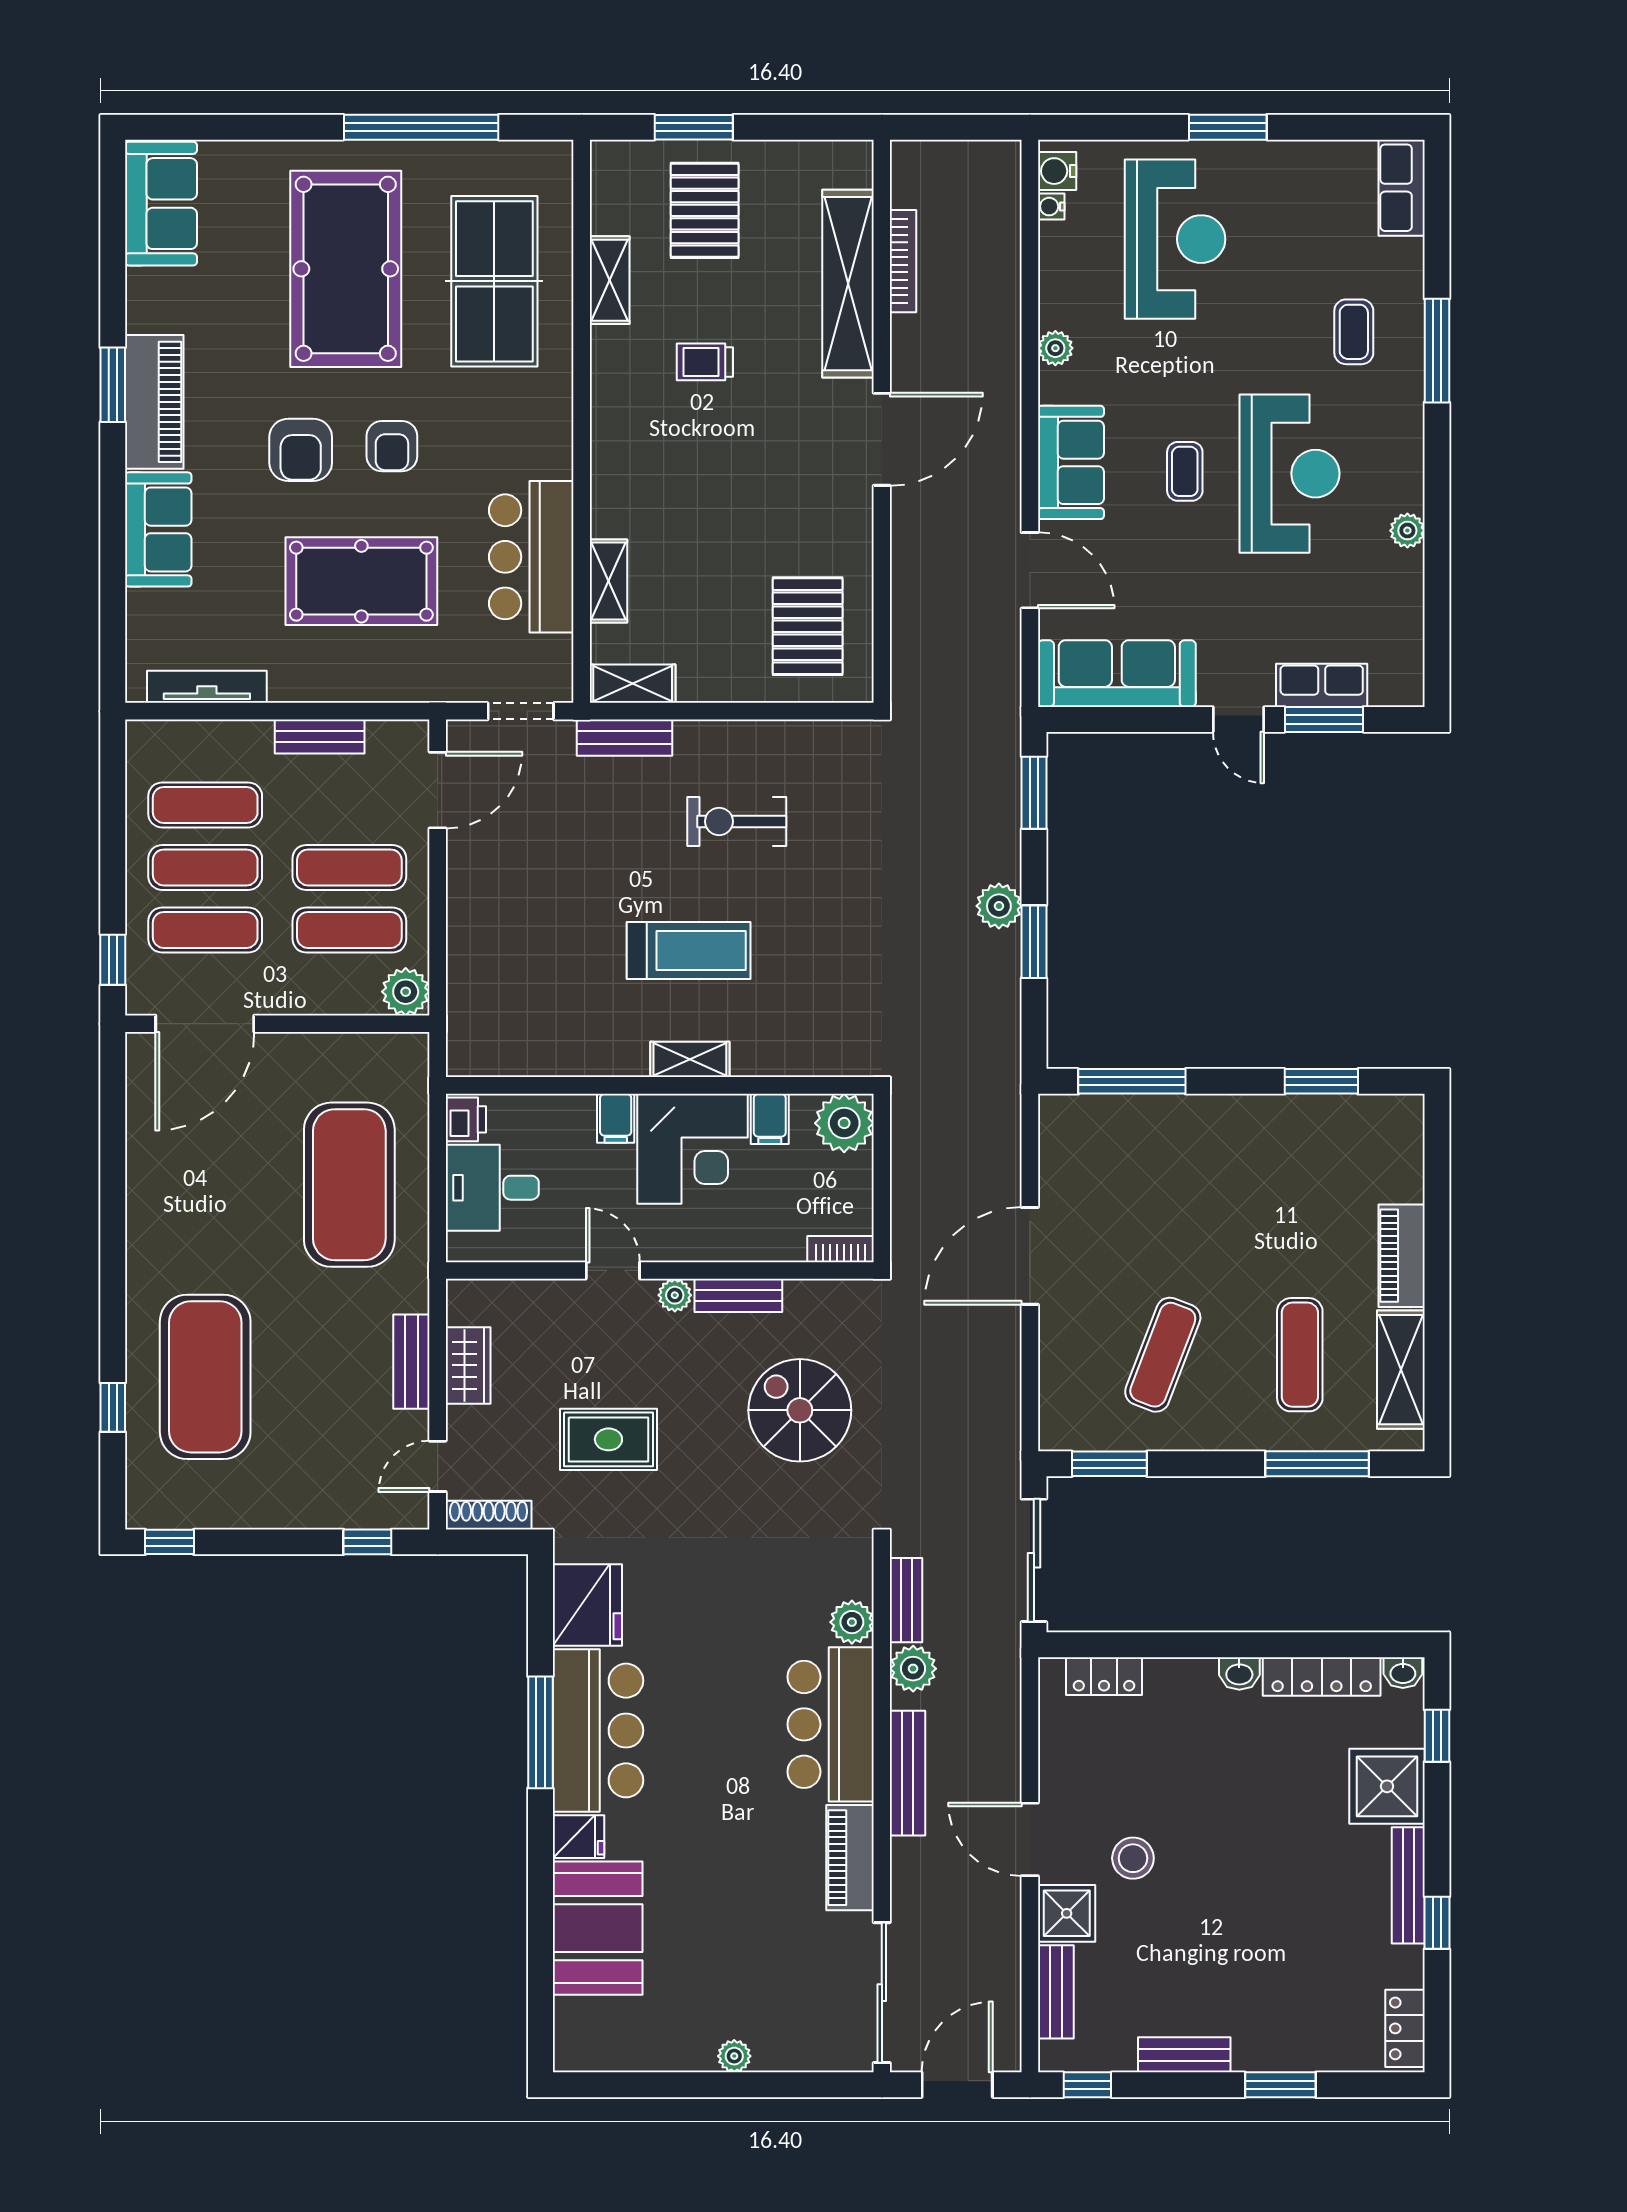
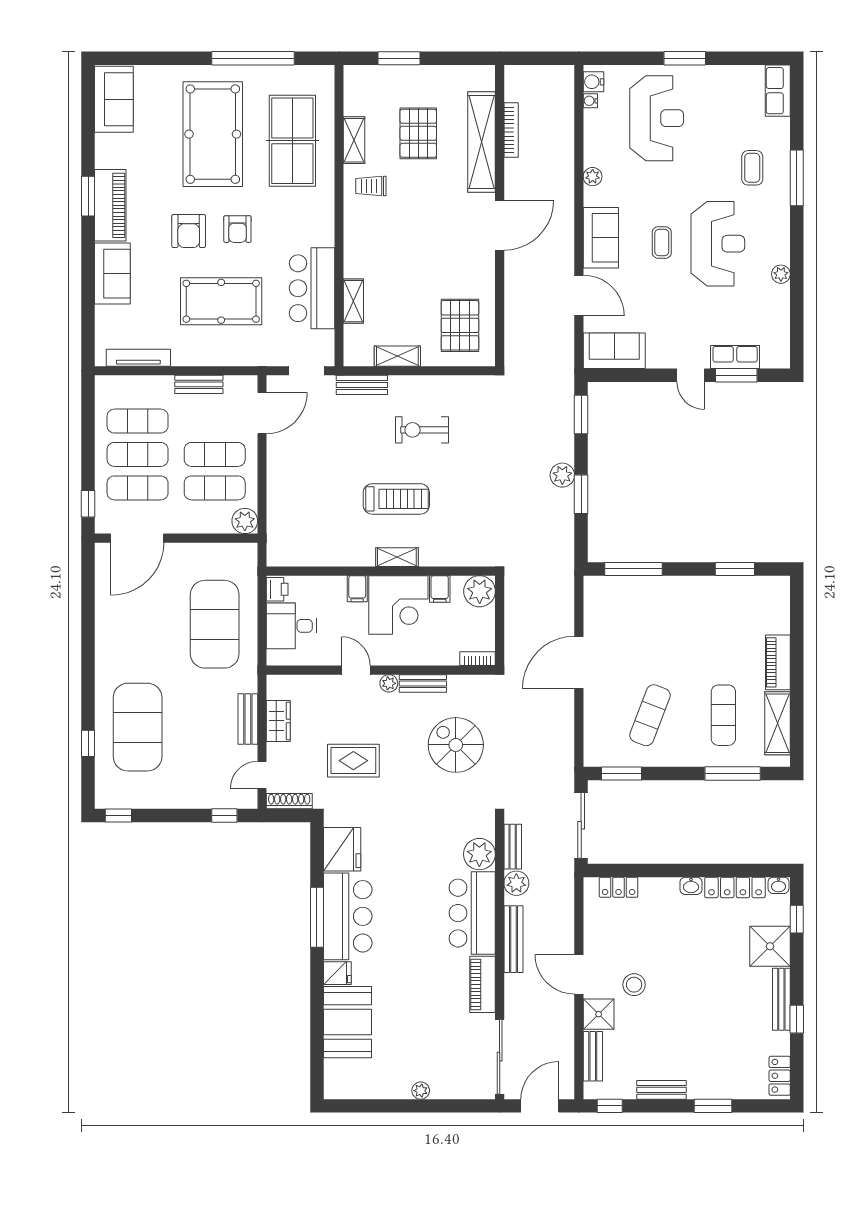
pallet: (705, 210) -> (418, 133), moved
trolley: (705, 362) -> (371, 186), moved
sofa: (1117, 674) -> (614, 351), width x0.73
shelving: (633, 684) -> (397, 356), moved
plant: (852, 1622) -> (479, 854), width x1.36, depth x1.36

